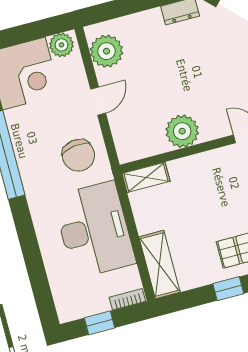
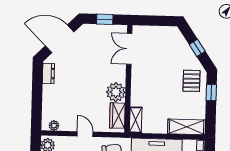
plant: (107, 51) -> (54, 125), width x0.53, depth x0.53
wardrobe: (144, 145) -> (117, 116), added

